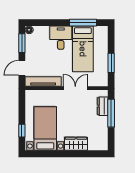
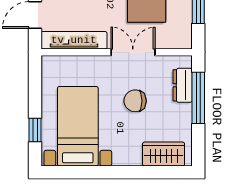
chair: (77, 115) -> (135, 101), added
wardrobe: (76, 144) -> (164, 154), moved

